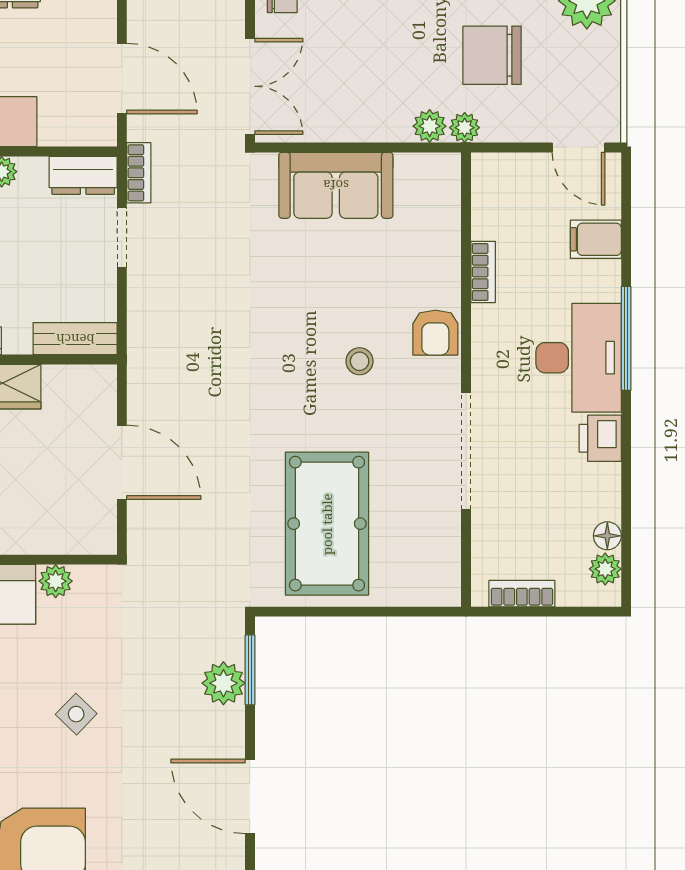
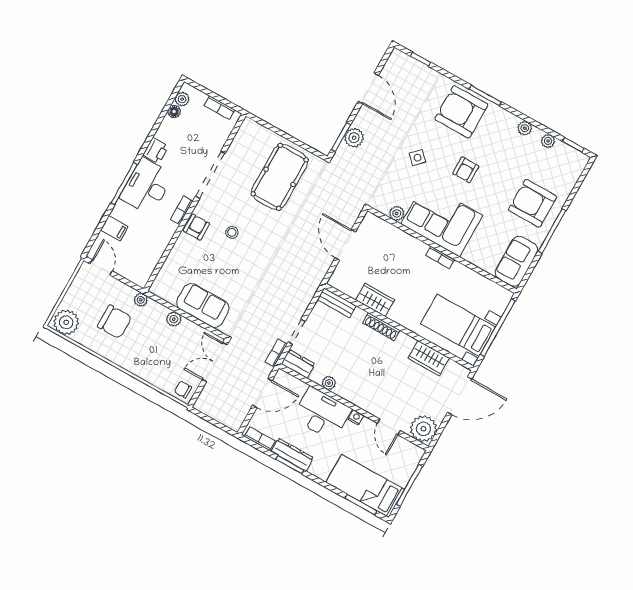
door: (122, 79) -> (262, 393), swing flipped
plant: (430, 126) -> (174, 319), moved
bookcase: (483, 272) -> (182, 210), moved

